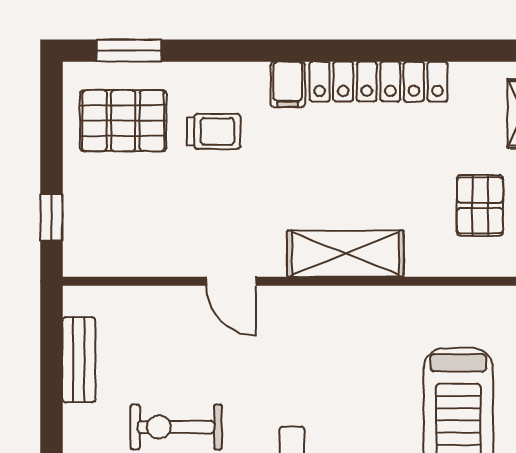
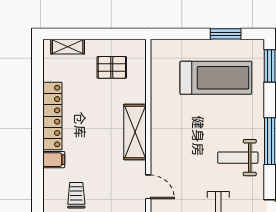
door: (231, 281) -> (148, 187), hinge flipped

